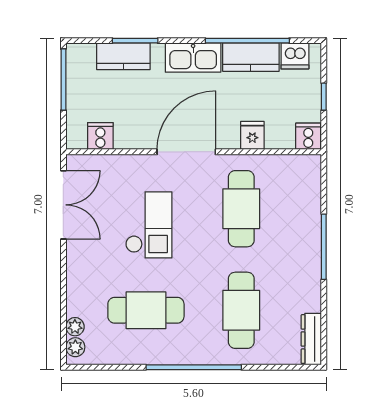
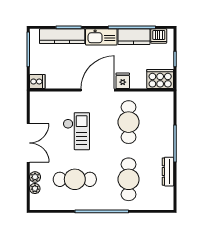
kitchen counter: (123, 56) -> (62, 36), width x1.50
fridge: (252, 135) -> (123, 81), moved
cooker: (100, 136) -> (37, 82), moved, turned 90
cooker: (308, 136) -> (160, 79), width x1.87, depth x1.31
double door: (63, 205) -> (28, 143), moved
dresser: (311, 339) -> (168, 172), moved
plant: (75, 347) -> (35, 177), moved

